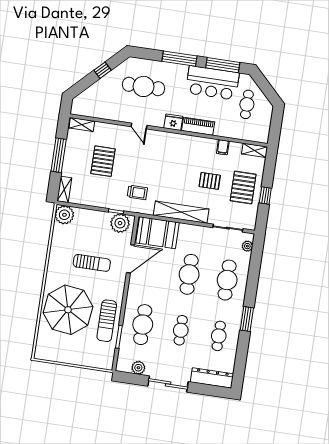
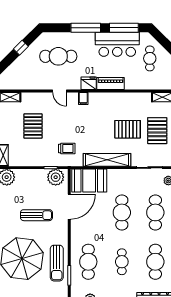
filing cabinet: (223, 147) -> (83, 98), moved
pallet: (210, 181) -> (128, 129), width x1.50, depth x1.42
cafe table: (219, 336) -> (155, 262), width x1.37, depth x1.35

